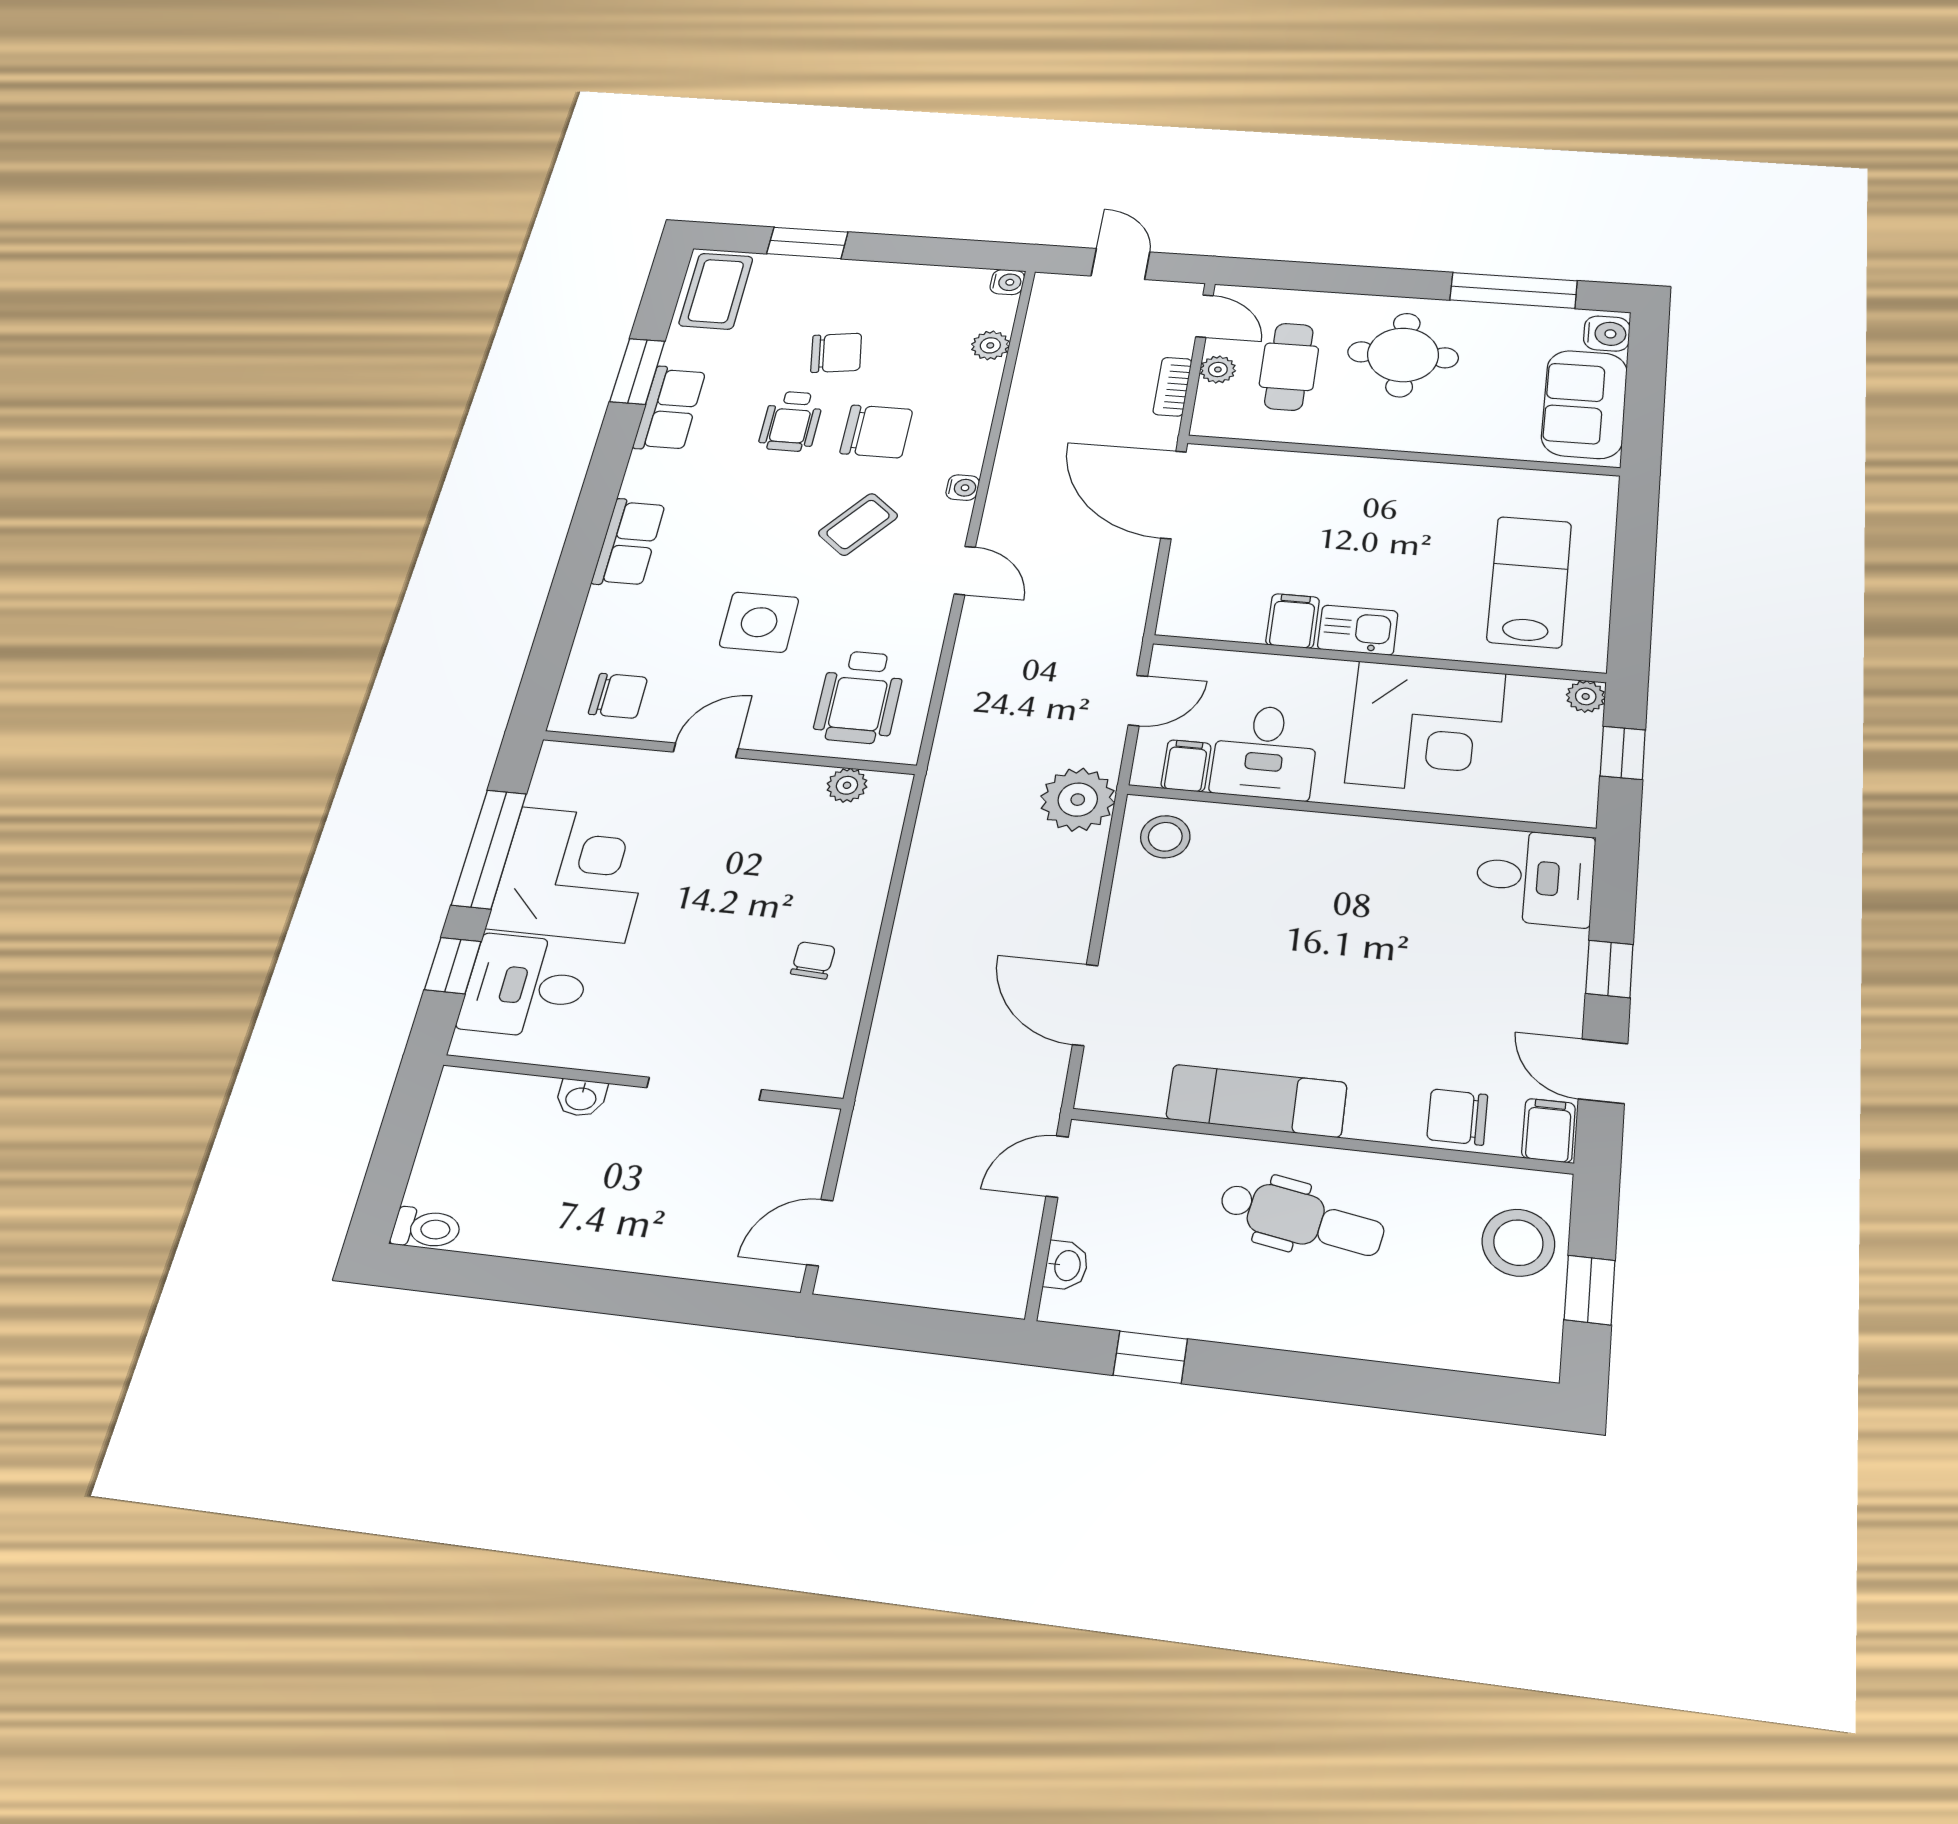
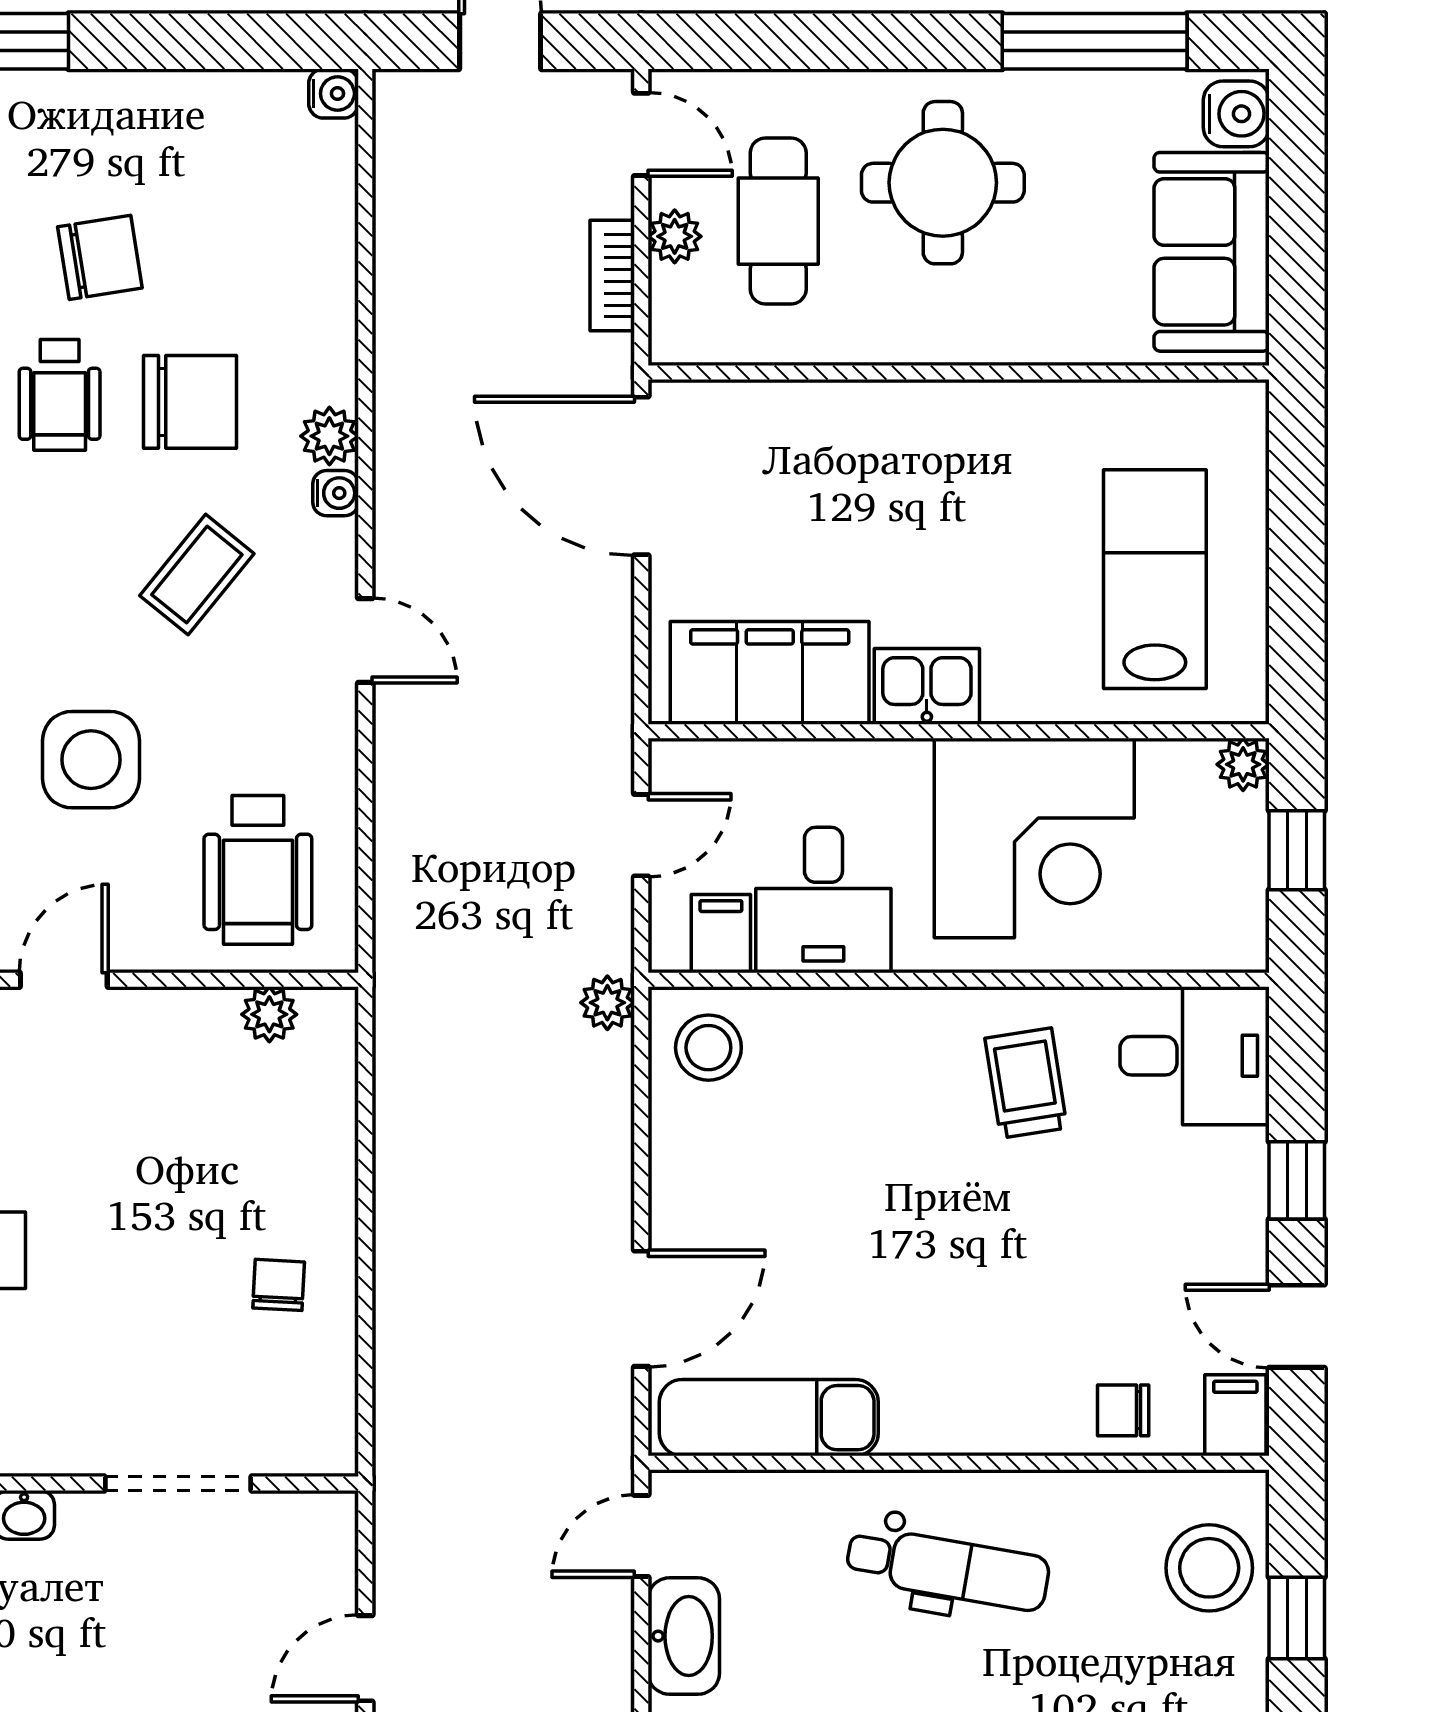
plant: (990, 345) -> (329, 436), moved
filing cabinet: (1293, 621) -> (770, 673), width x3.00, depth x1.17
plant: (1078, 800) -> (607, 1003), width x0.53, depth x0.53
trolley: (1403, 883) -> (1026, 1083), added
door: (1085, 1005) -> (641, 1309), swing flipped
exam couch: (1256, 1101) -> (769, 1418), moved
chair: (1457, 1117) -> (1123, 1410), width x0.73, depth x0.73
washbasin: (1066, 1265) -> (684, 1636), width x1.91, depth x1.45

